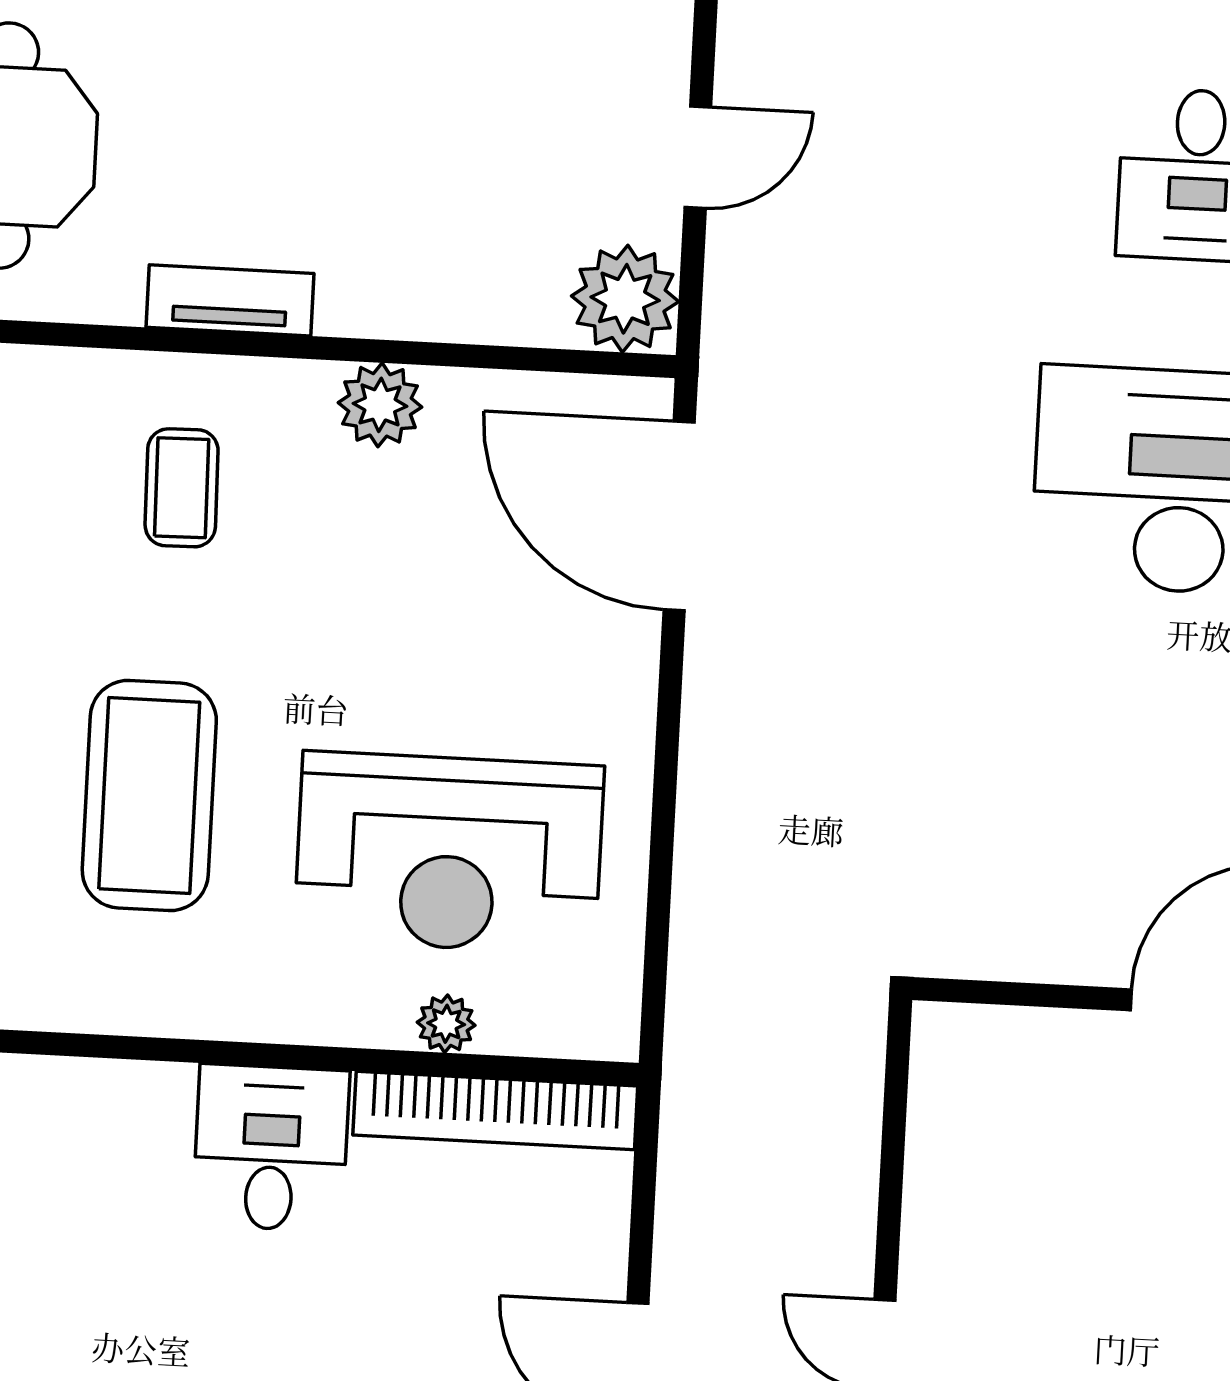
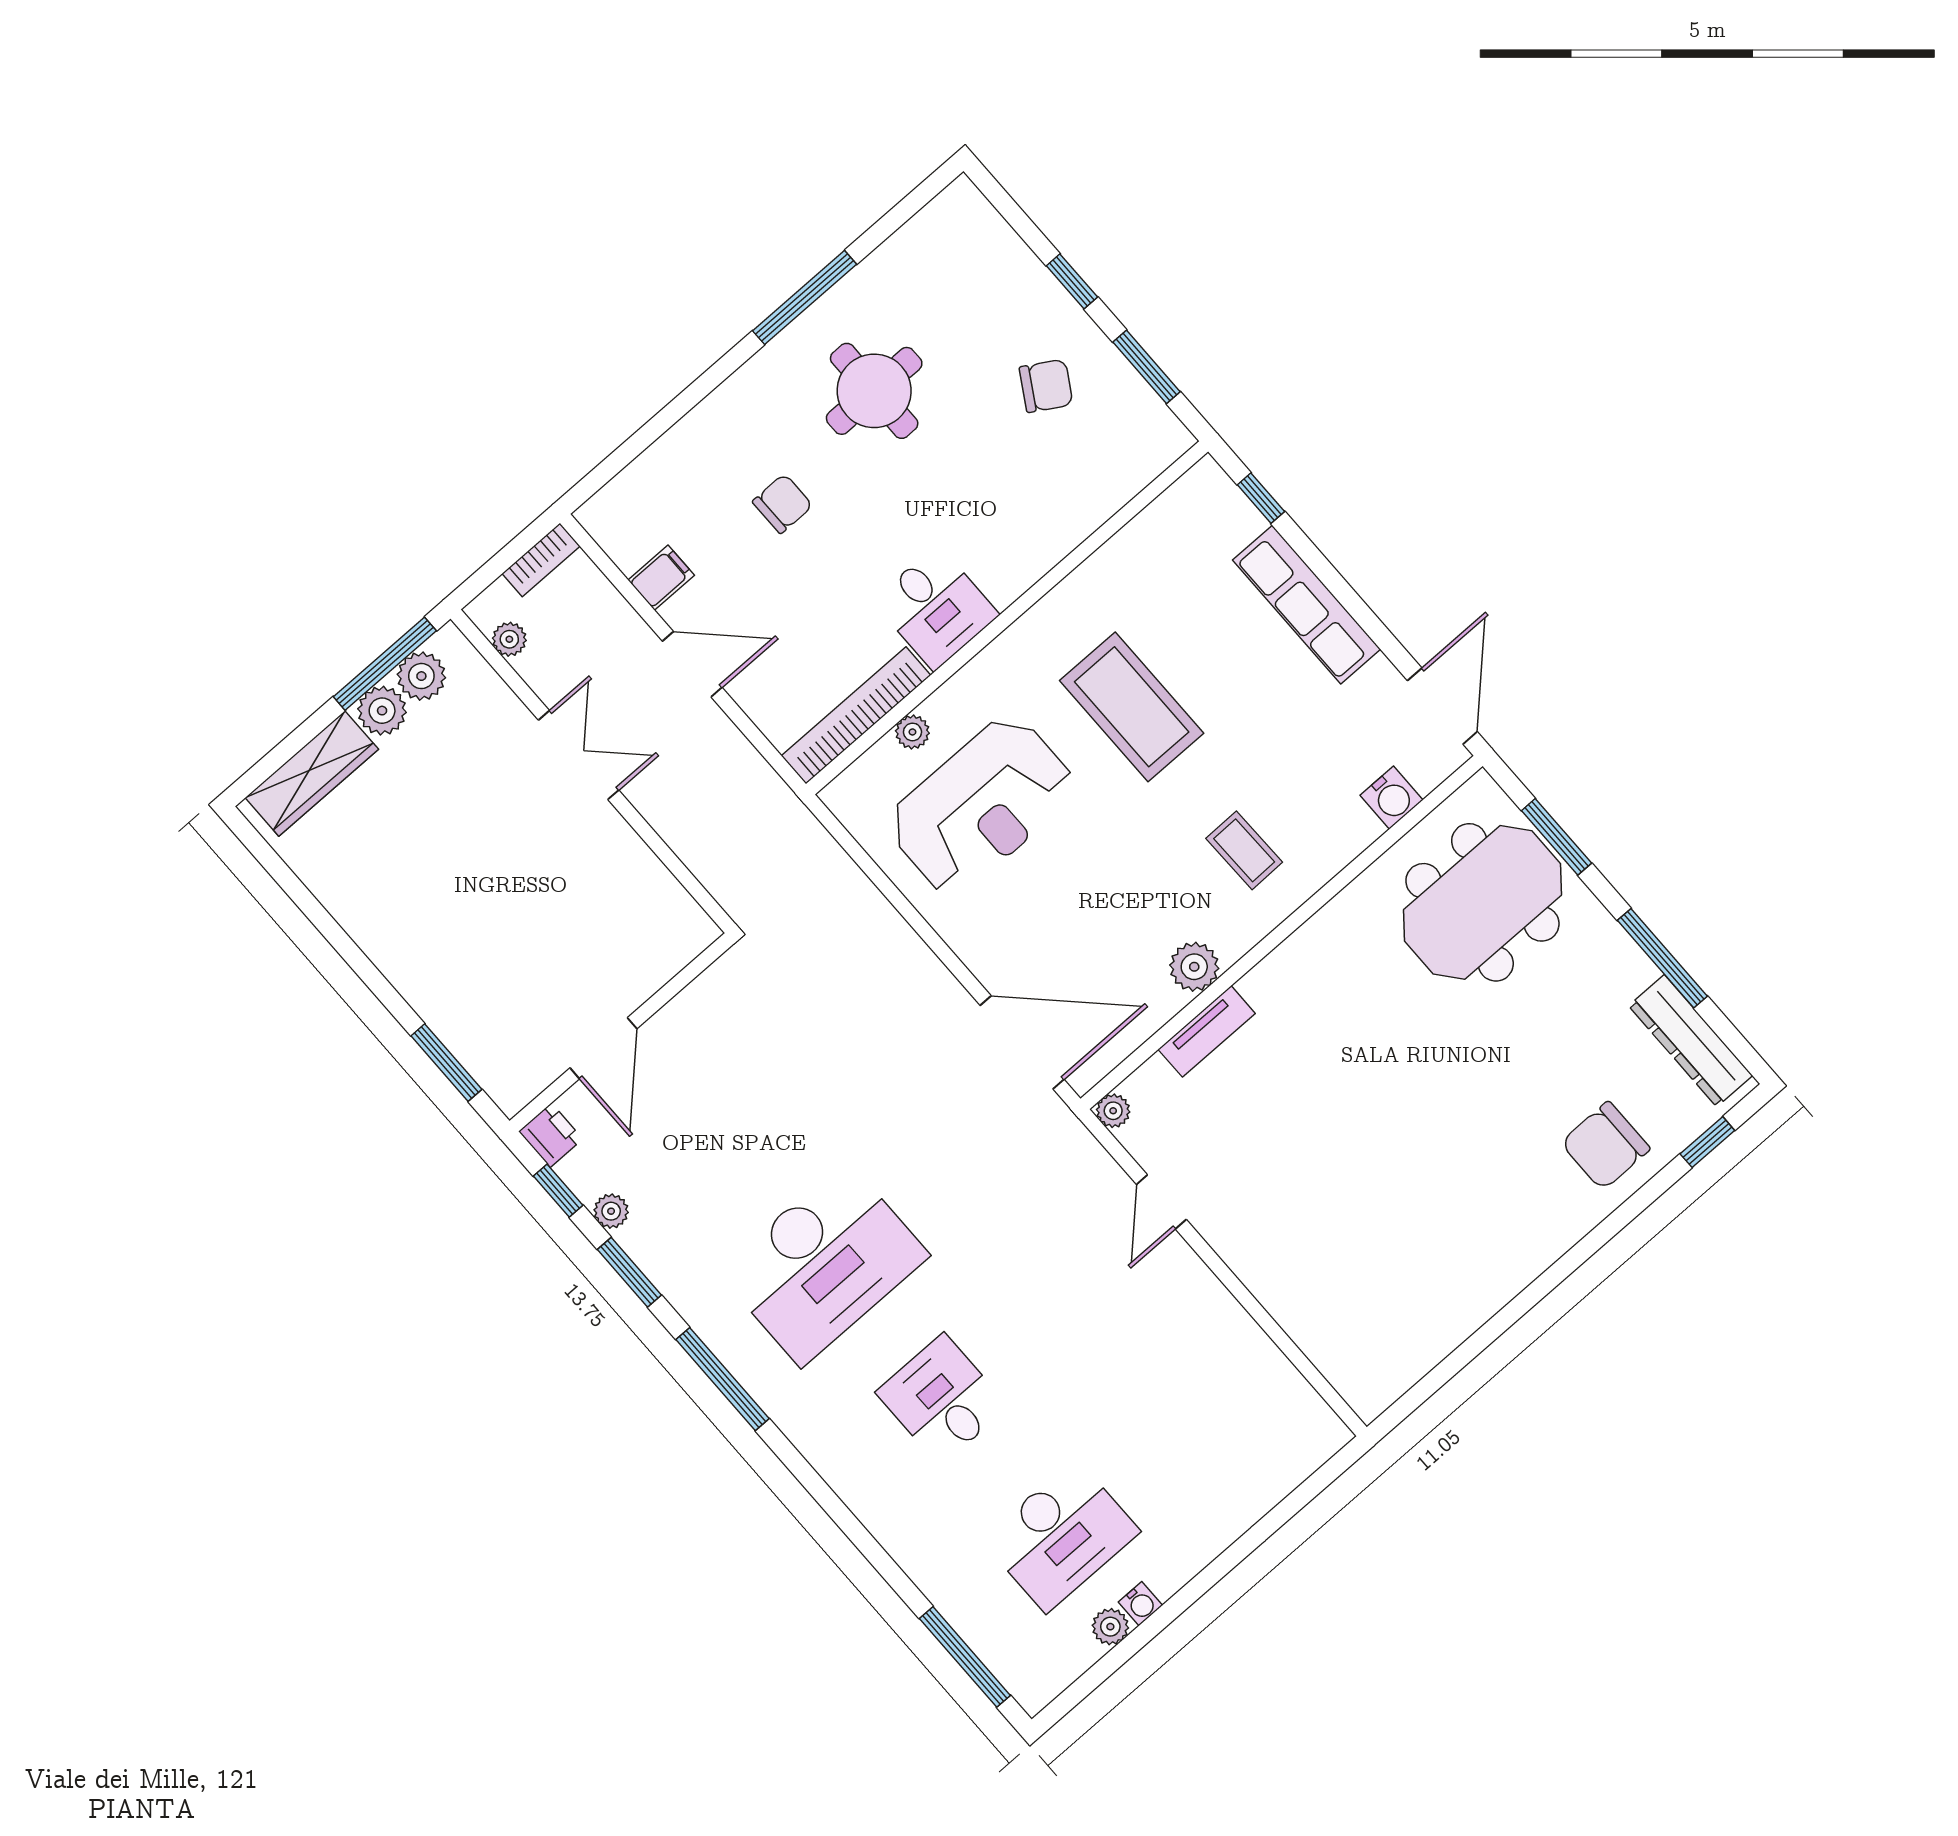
plant: (625, 299) -> (1113, 1111), width x0.53, depth x0.53
tv unit: (230, 300) -> (1207, 1031), moved
reception desk: (449, 853) -> (981, 806), turned 180

